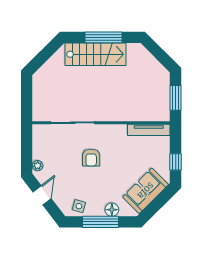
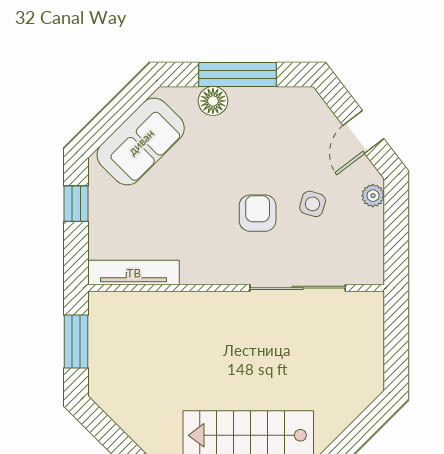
side table: (79, 206) -> (313, 204), moved

